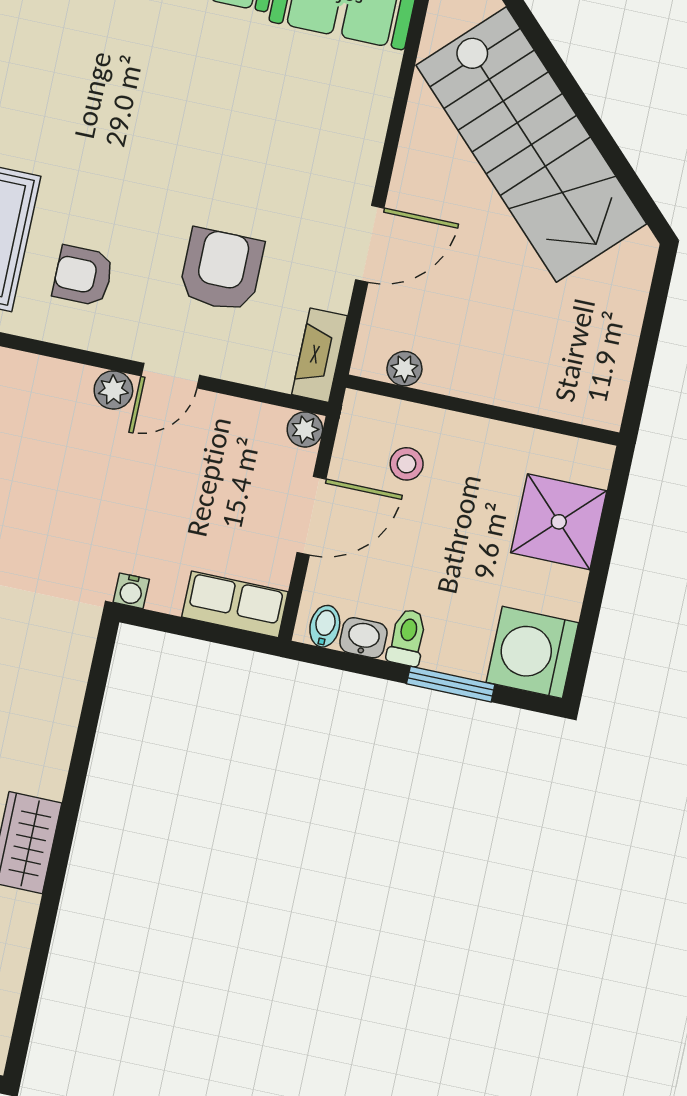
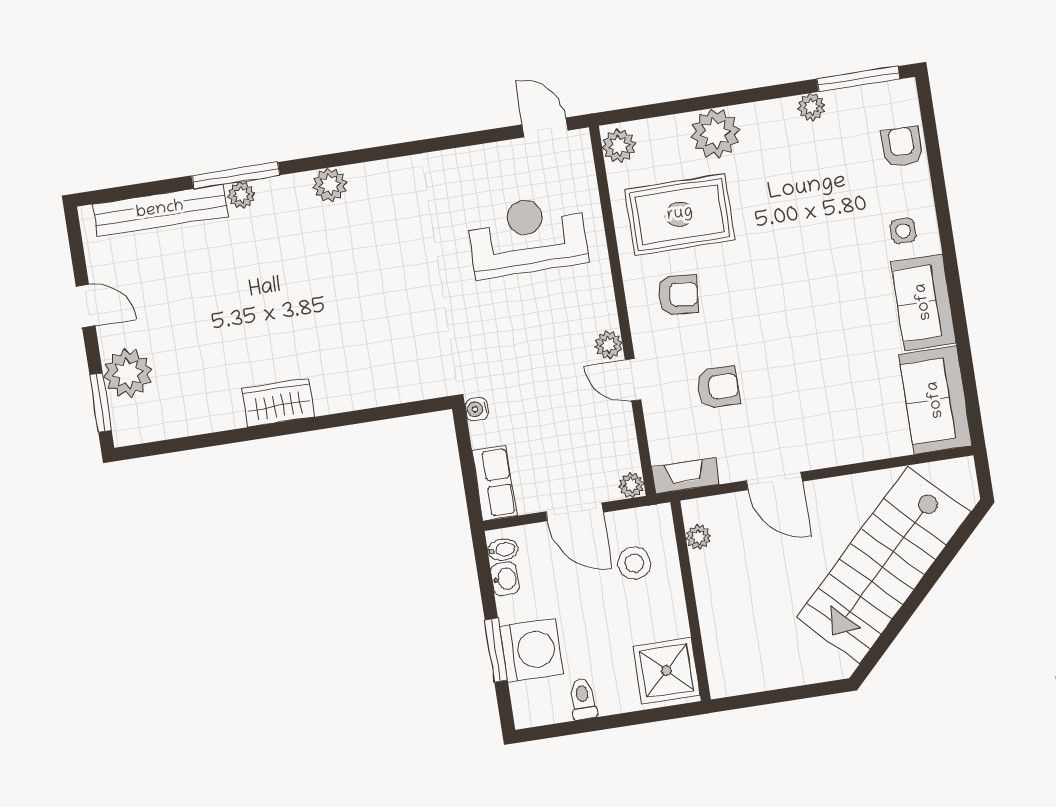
armchair: (221, 270) -> (718, 387), width x0.72, depth x0.72
armchair: (83, 276) -> (678, 295), turned 95
stool: (407, 464) -> (634, 563), width x1.37, depth x1.37
shower: (559, 522) -> (667, 671), moved
toilet: (407, 637) -> (583, 699), moved, turned -90
washing machine: (532, 652) -> (532, 650), moved, turned 90

